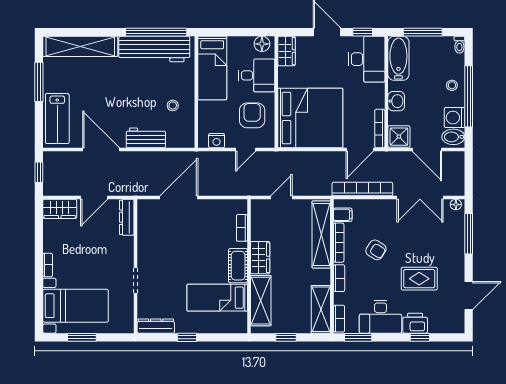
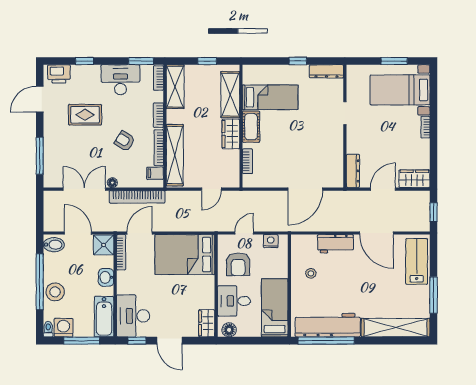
stool: (452, 85) -> (55, 292), width x1.89, depth x1.89
bed: (310, 118) -> (185, 255), width x0.73
washing machine: (455, 118) -> (63, 328), moved, turned -90
floor lamp: (456, 205) -> (112, 183), moved
printer: (415, 323) -> (59, 74), moved

